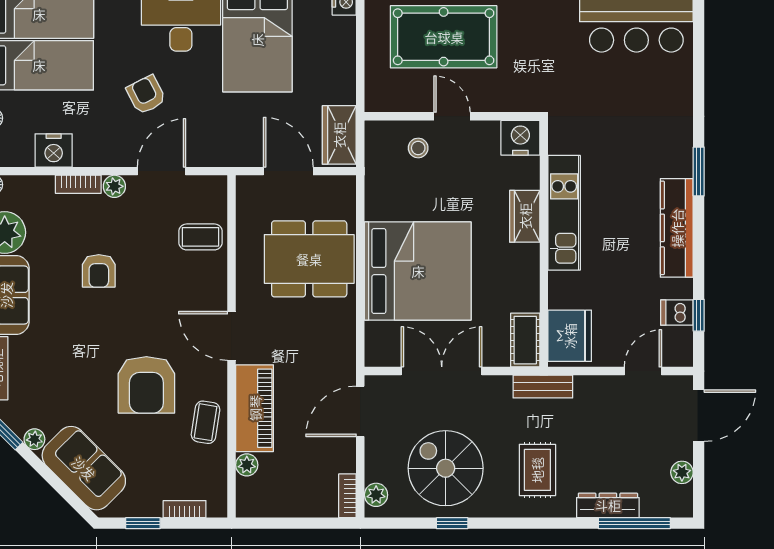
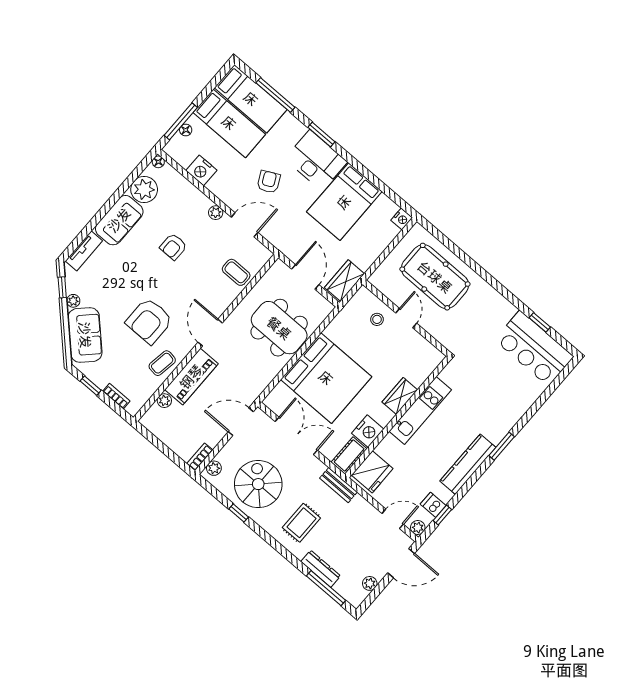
nightstand: (520, 138) -> (368, 431), moved, turned 90
bookcase: (78, 184) -> (199, 197), removed
plant: (682, 356) -> (418, 528), added

